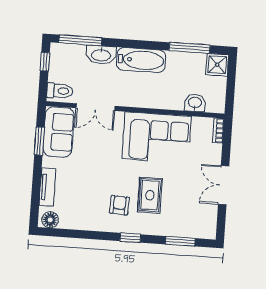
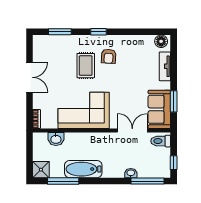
washbasin: (101, 55) -> (131, 173), width x0.52, depth x0.69
bathtub: (141, 60) -> (83, 169), moved

